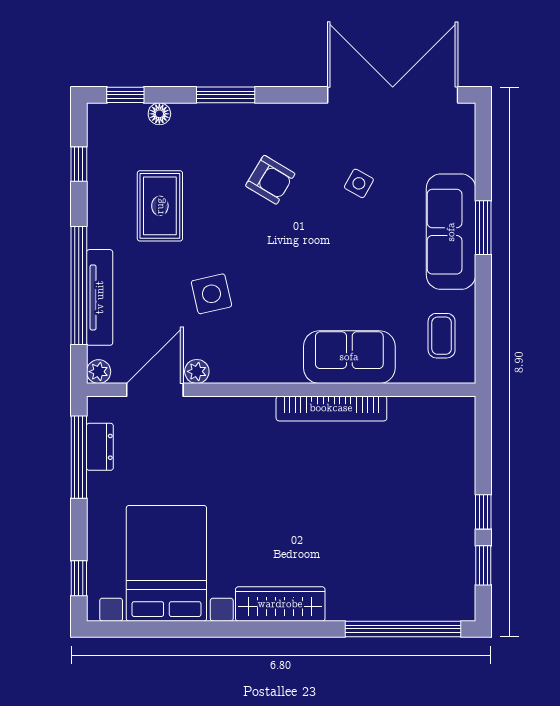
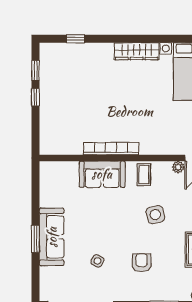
armchair: (270, 180) -> (142, 263), turned 59
side table: (211, 294) -> (155, 215), moved
coffee table: (442, 336) -> (144, 175), moved
window: (403, 629) -> (75, 39), width x0.32

